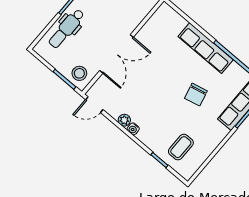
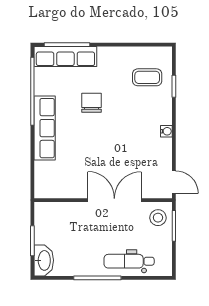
dental chair: (66, 29) -> (129, 261), turned 180
chair: (196, 95) -> (91, 103), turned -77
plant: (124, 120) -> (165, 145), removed

